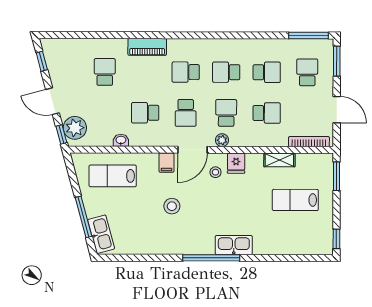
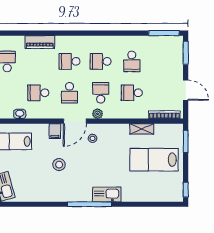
school desk: (267, 72) -> (132, 61), turned 90
school desk: (307, 72) -> (163, 61), removed
school desk: (267, 113) -> (132, 93), turned 180
fridge: (236, 163) -> (108, 131), removed
lab bench: (295, 200) -> (154, 160), width x1.36, depth x1.39

